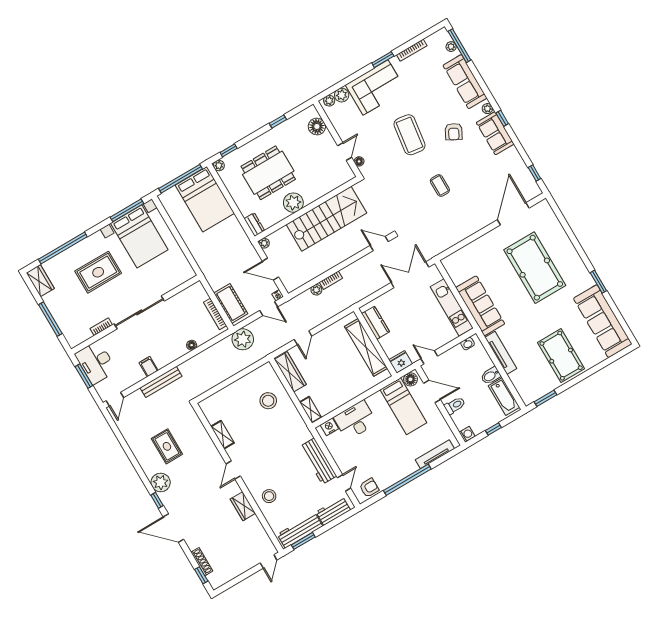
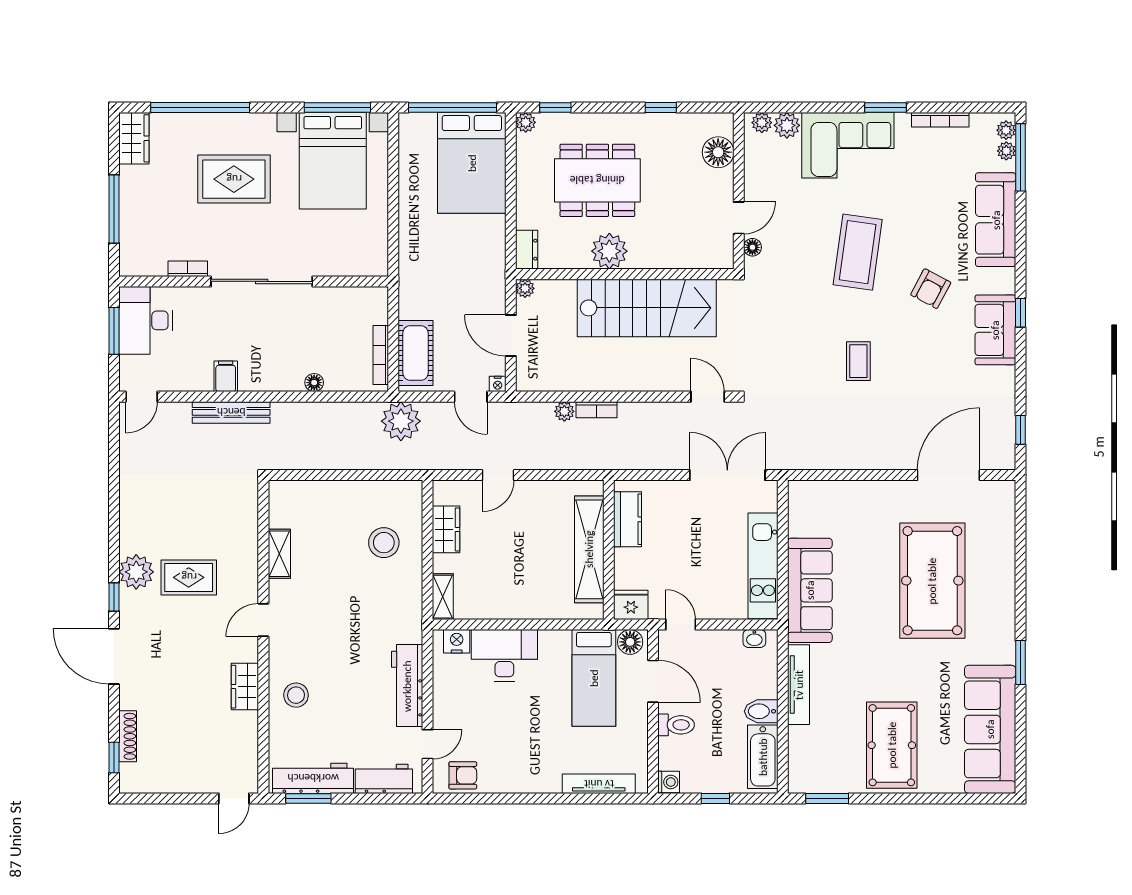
plant: (487, 109) -> (1006, 130), moved
wardrobe: (290, 372) -> (446, 529), width x0.67
rug: (167, 446) -> (189, 577), moved, turned 90
window: (407, 480) -> (531, 798), removed

